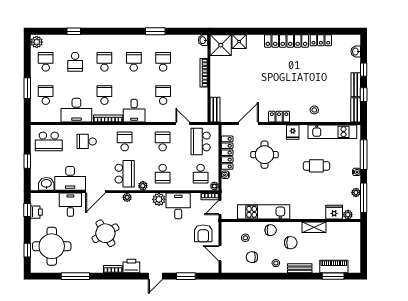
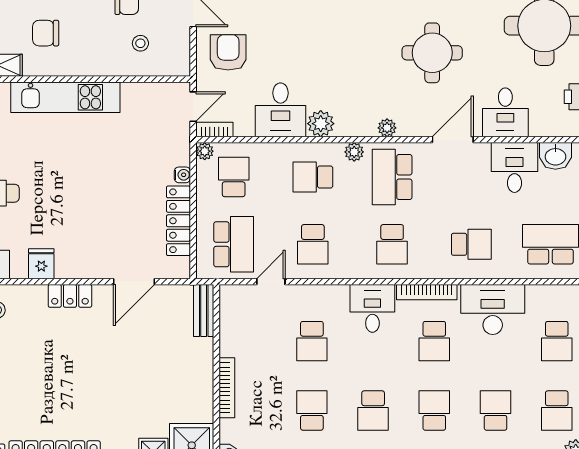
school desk: (104, 62) -> (434, 411), turned 180
school desk: (163, 62) -> (312, 411), turned 180
door: (183, 124) -> (271, 282), swing flipped
round table: (264, 155) -> (100, 217), removed
school desk: (163, 174) -> (313, 177), turned -90
desk: (70, 178) -> (514, 168), width x0.73
kitchen unit: (264, 212) -> (65, 97), moved
chair: (271, 230) -> (88, 59), removed
round table: (105, 233) -> (432, 53), turned 30

